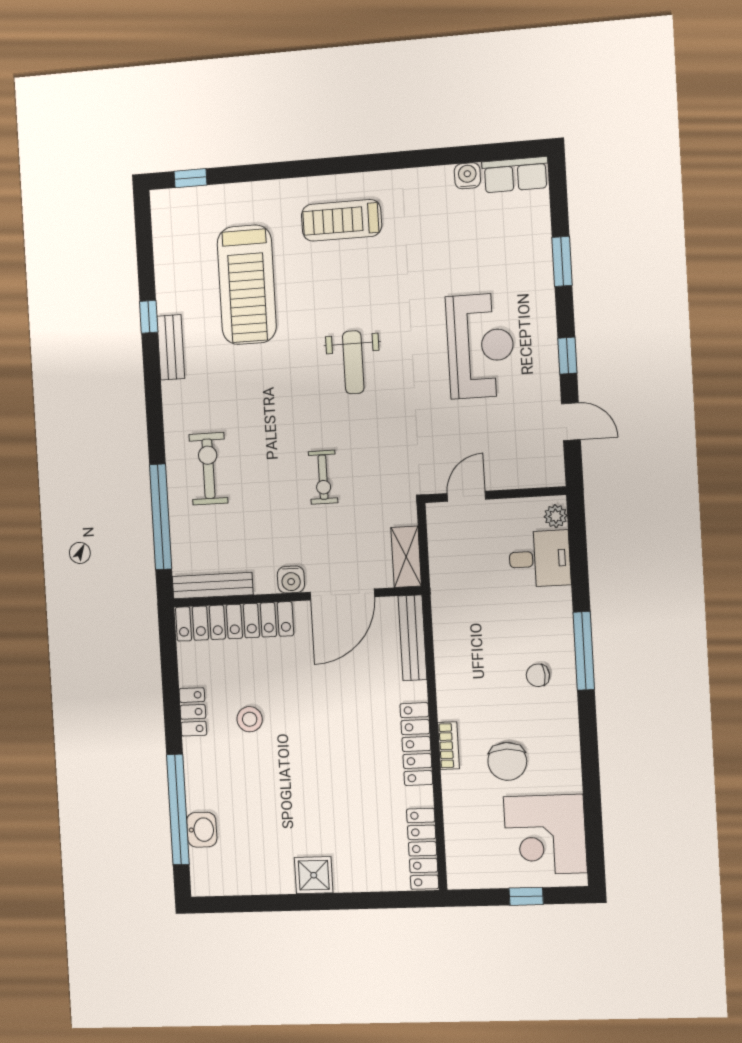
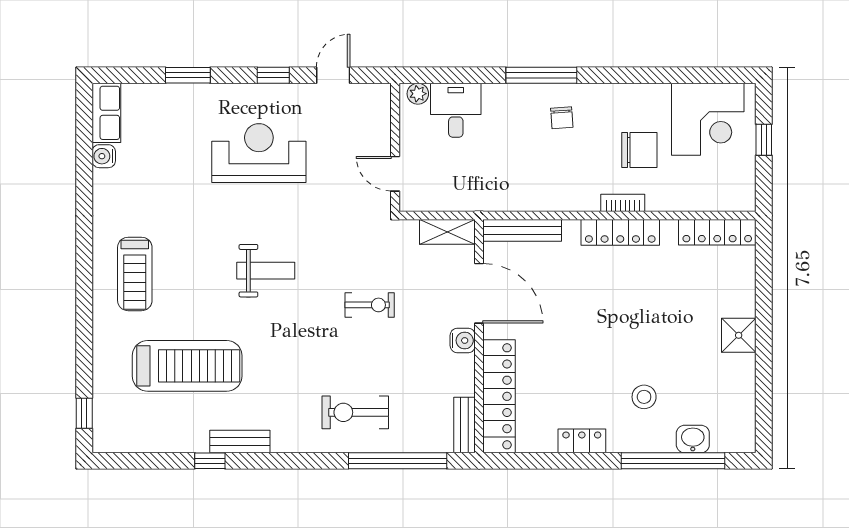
bench: (213, 586) -> (464, 425), width x0.73
stool: (250, 719) -> (644, 397), moved

